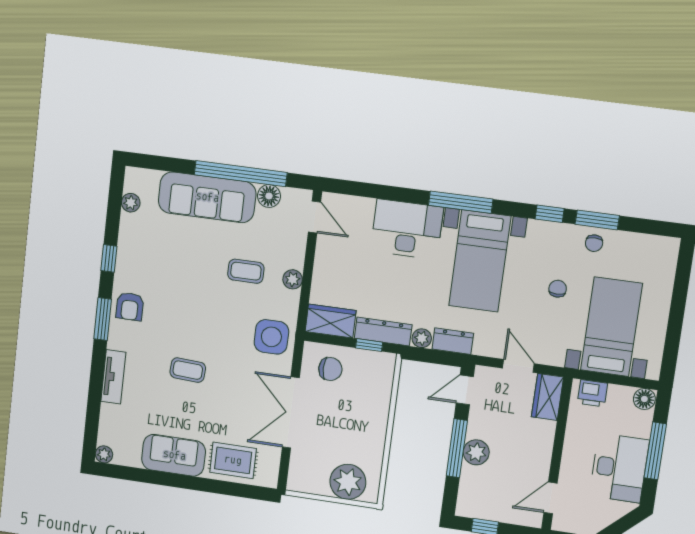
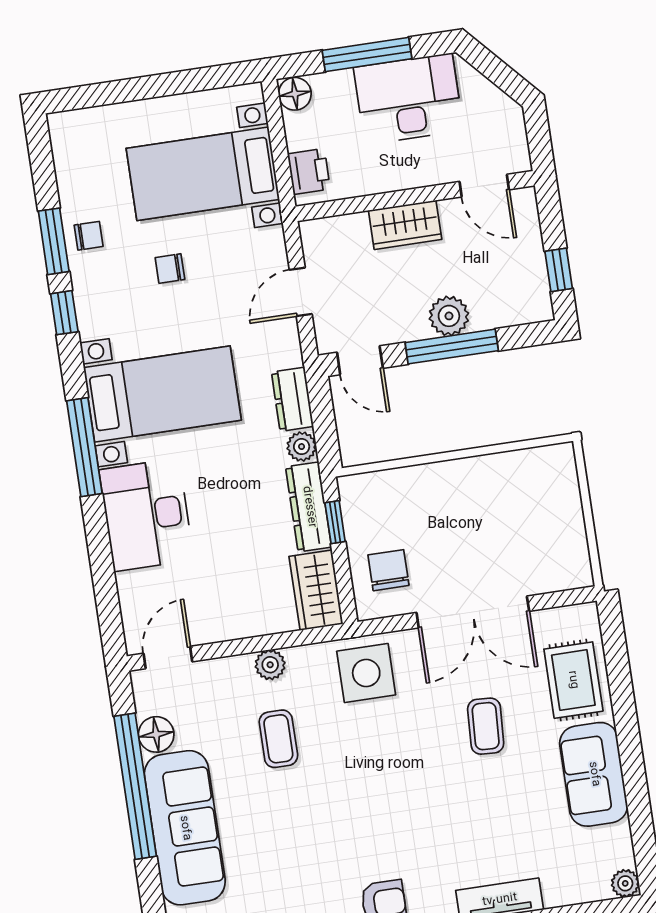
coffee table: (188, 370) -> (486, 726), moved
wardrobe: (547, 397) -> (405, 225), moved
plant: (348, 482) -> (553, 495), removed

